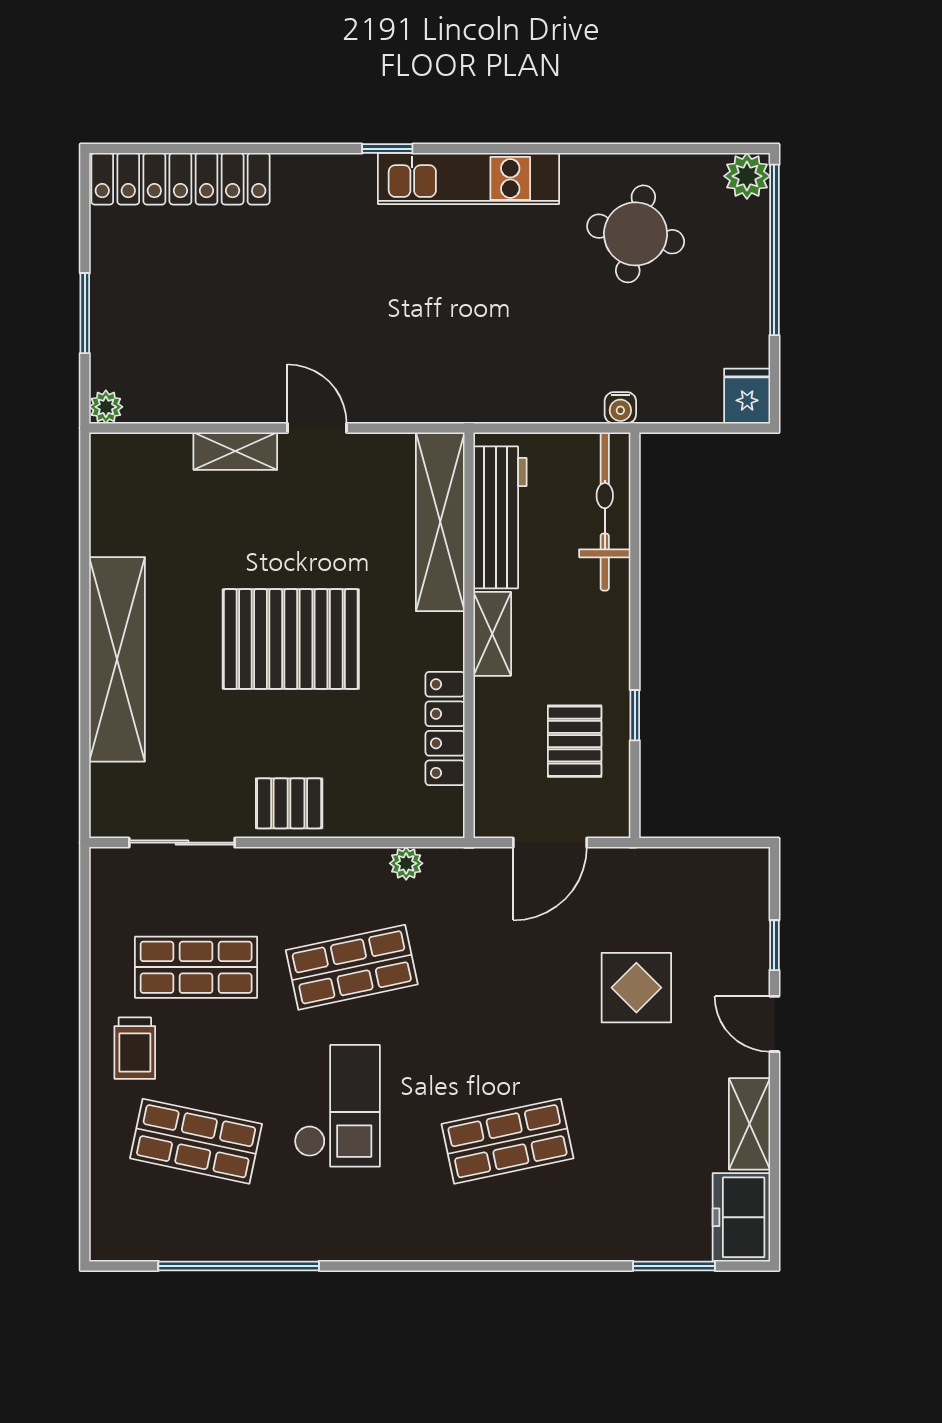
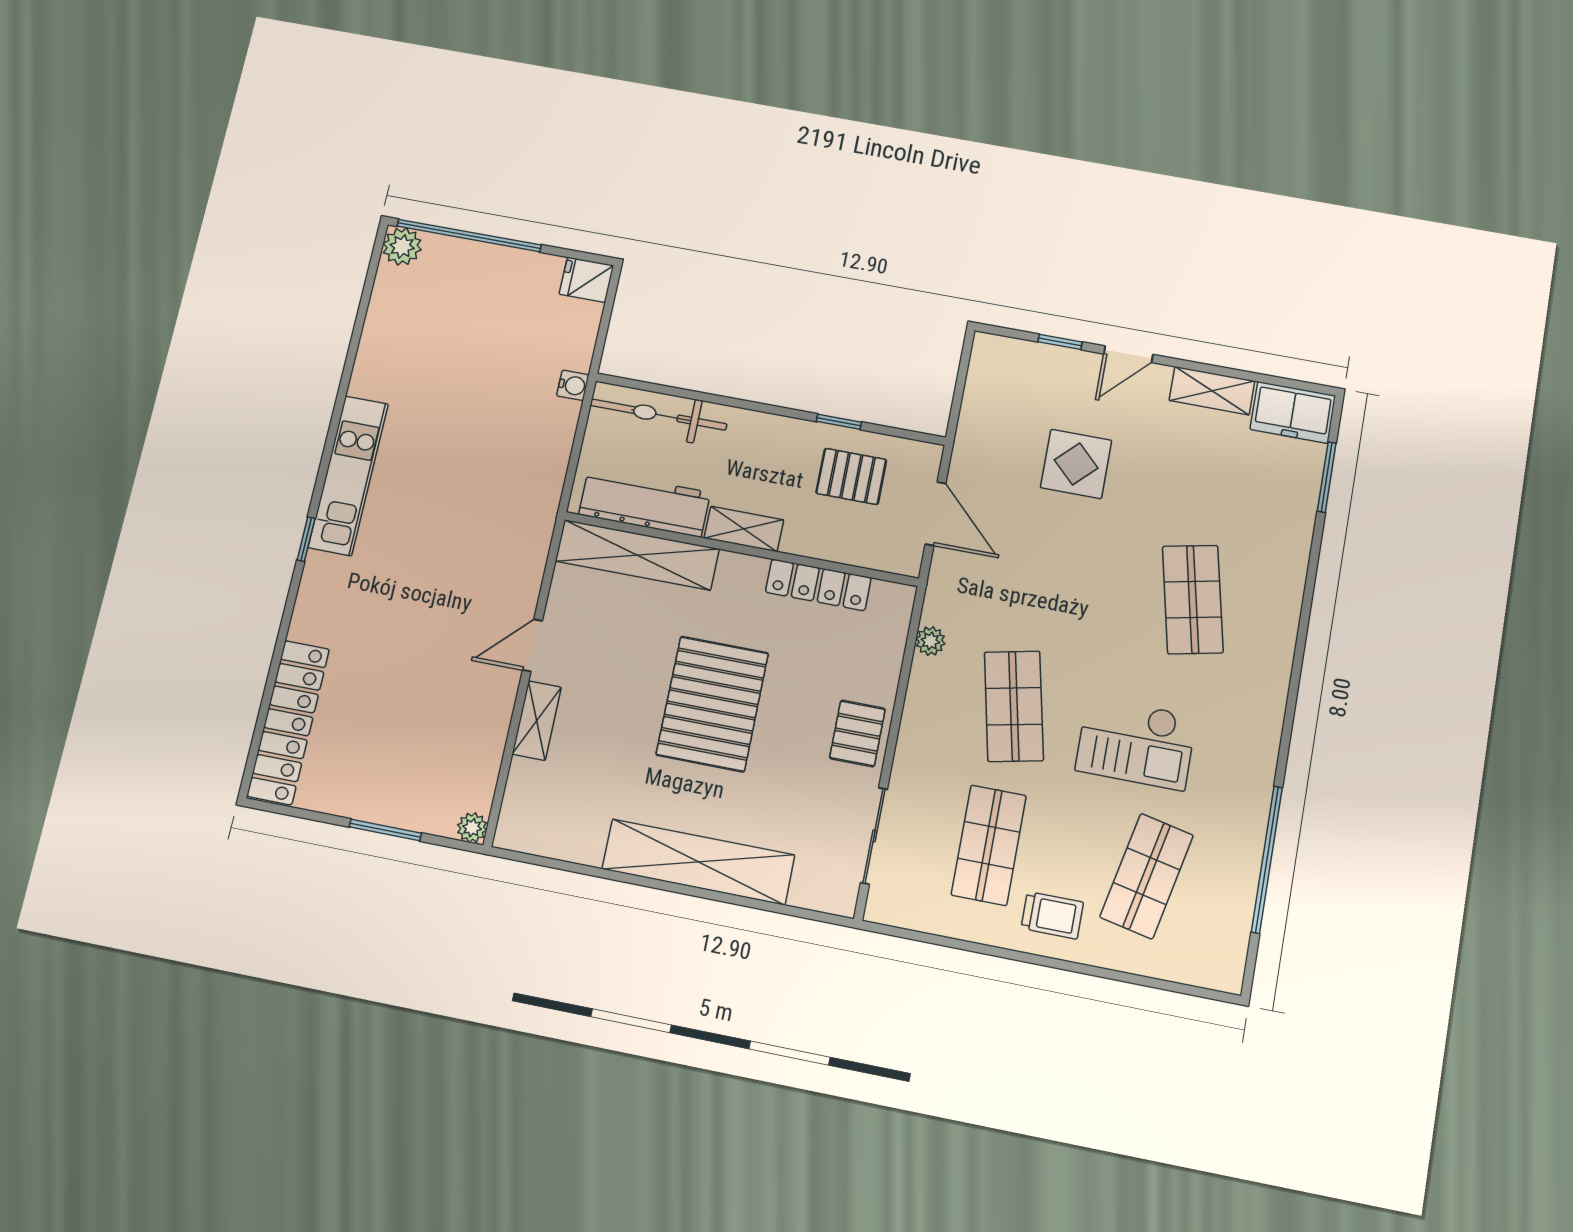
round table: (636, 234) -> (429, 346), removed
checkout: (337, 1106) -> (1136, 743), turned 180

